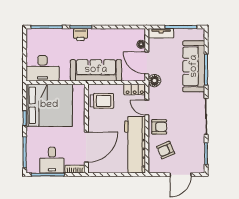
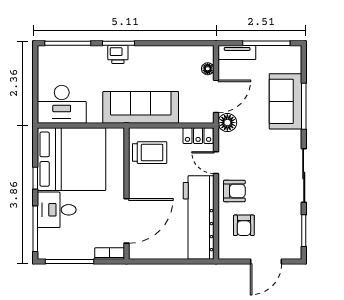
door: (147, 63) -> (216, 96), swing flipped
sofa: (194, 66) -> (285, 101), width x0.73
armchair: (166, 150) -> (244, 225), turned -67
desk: (52, 160) -> (57, 210), moved, turned 90

